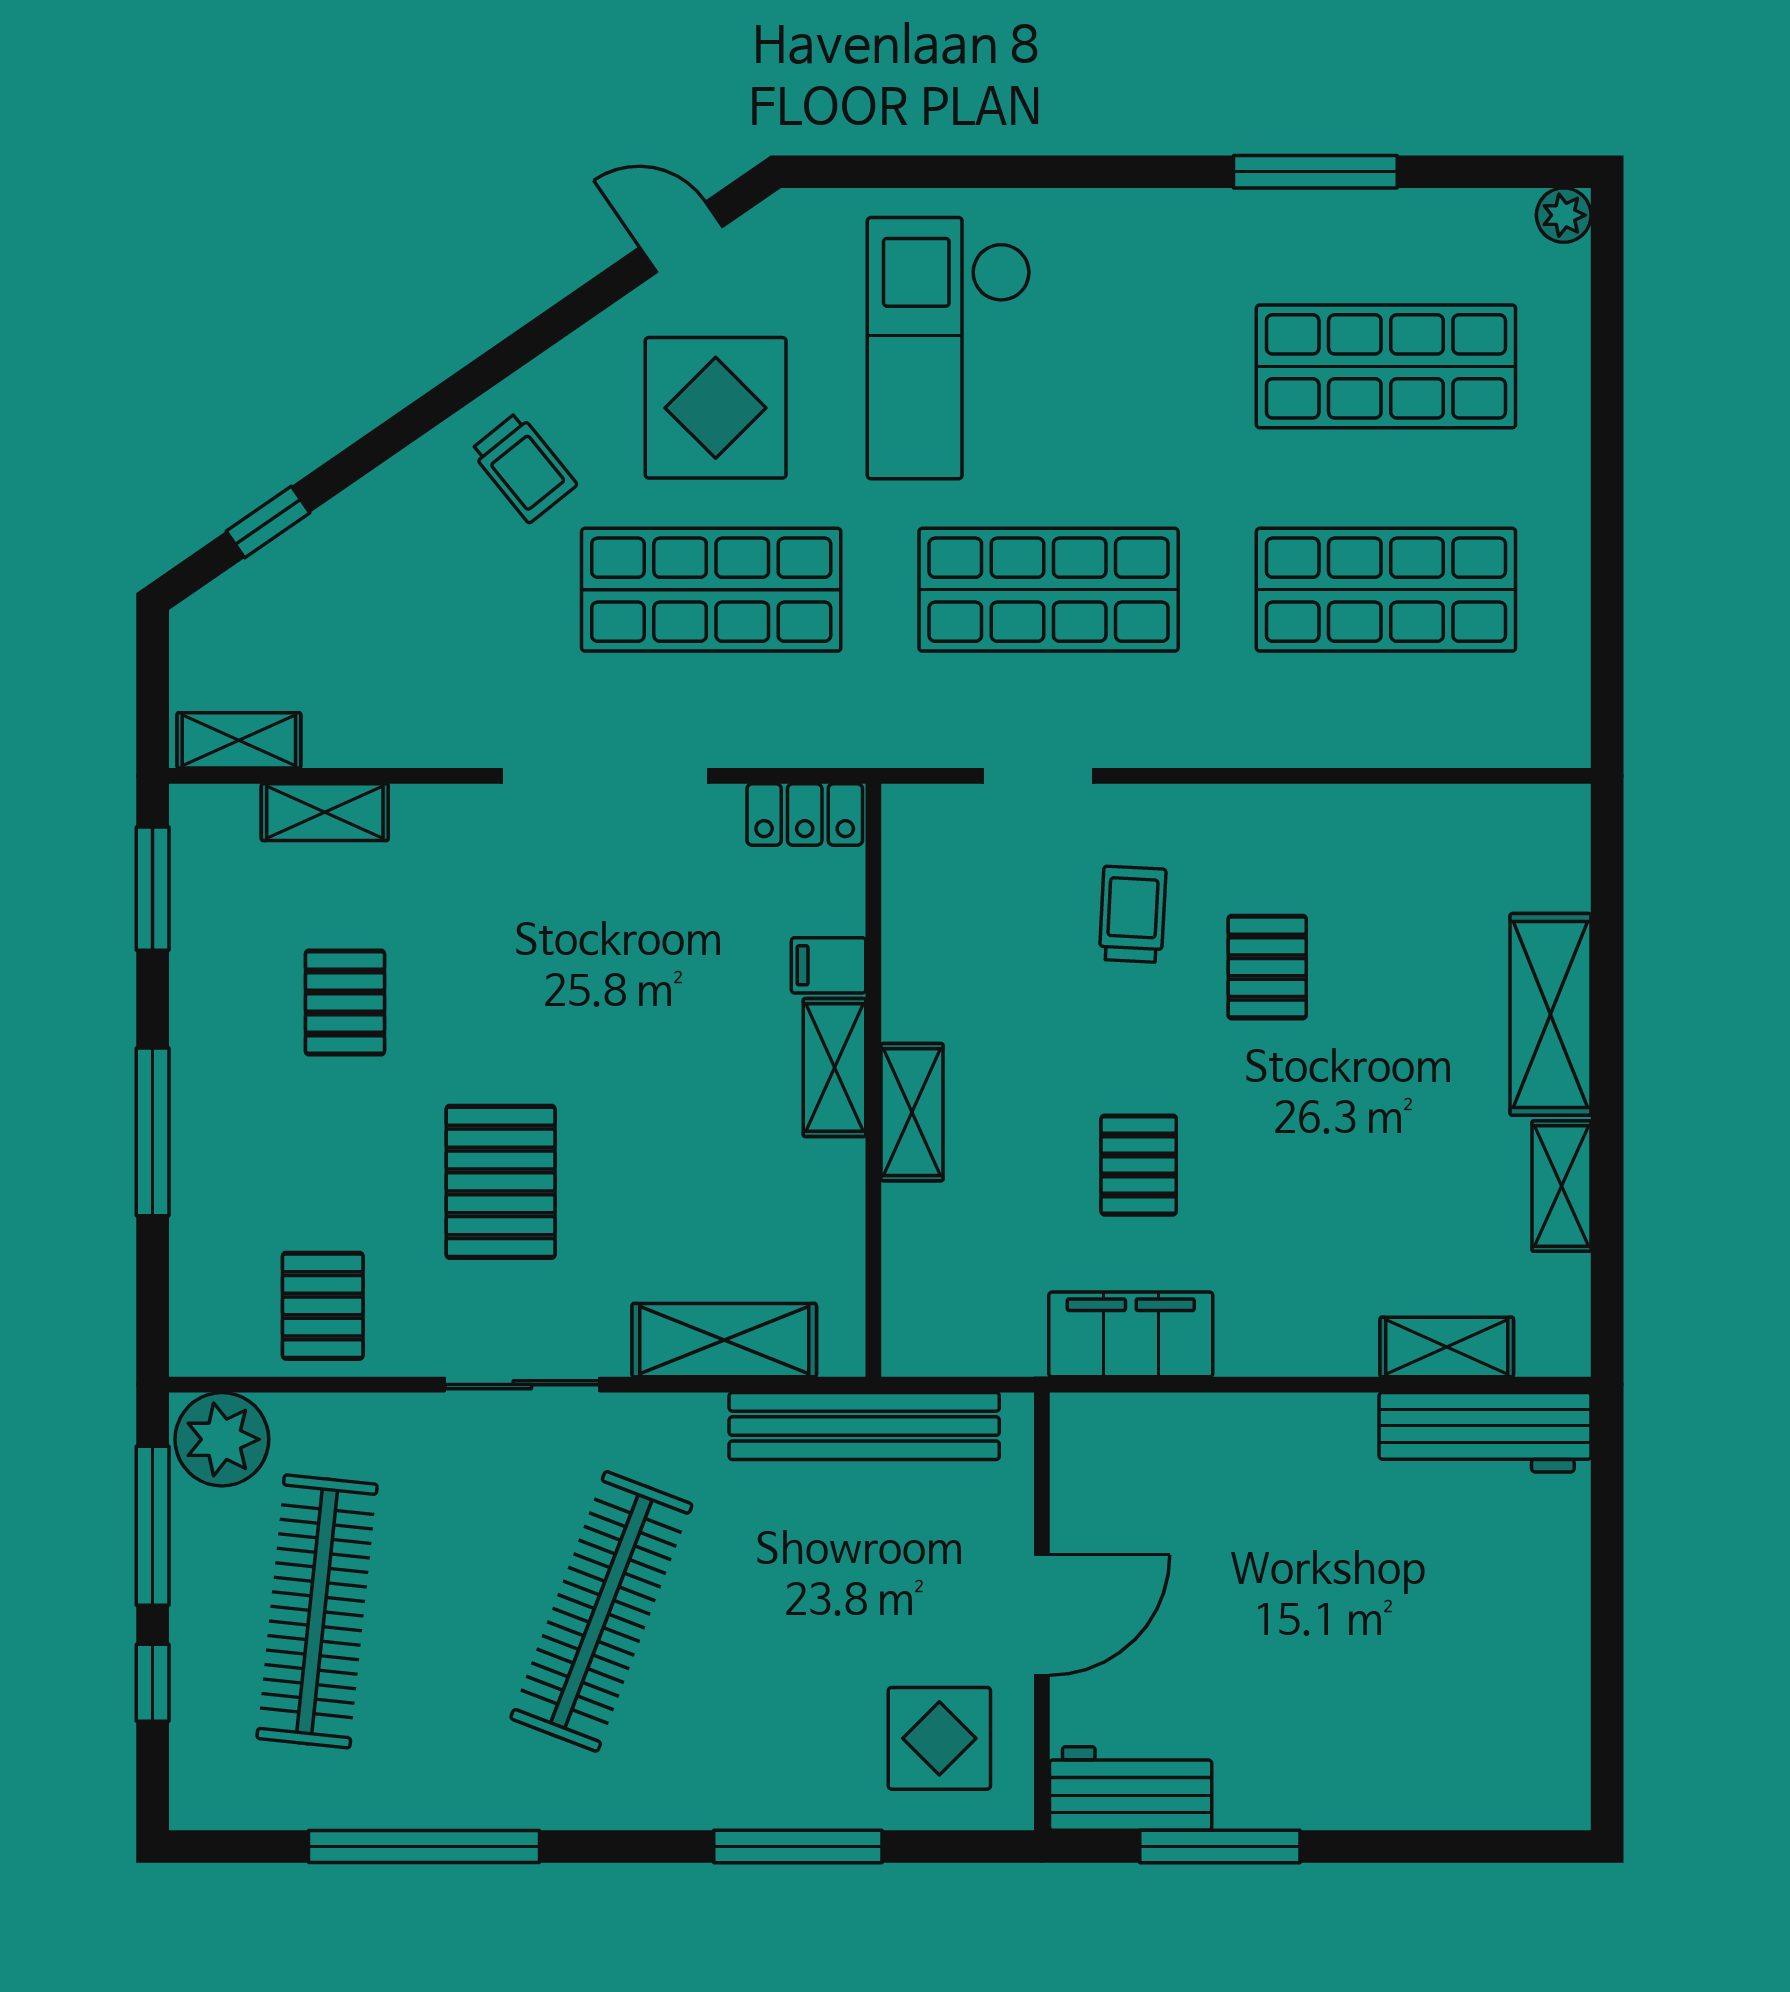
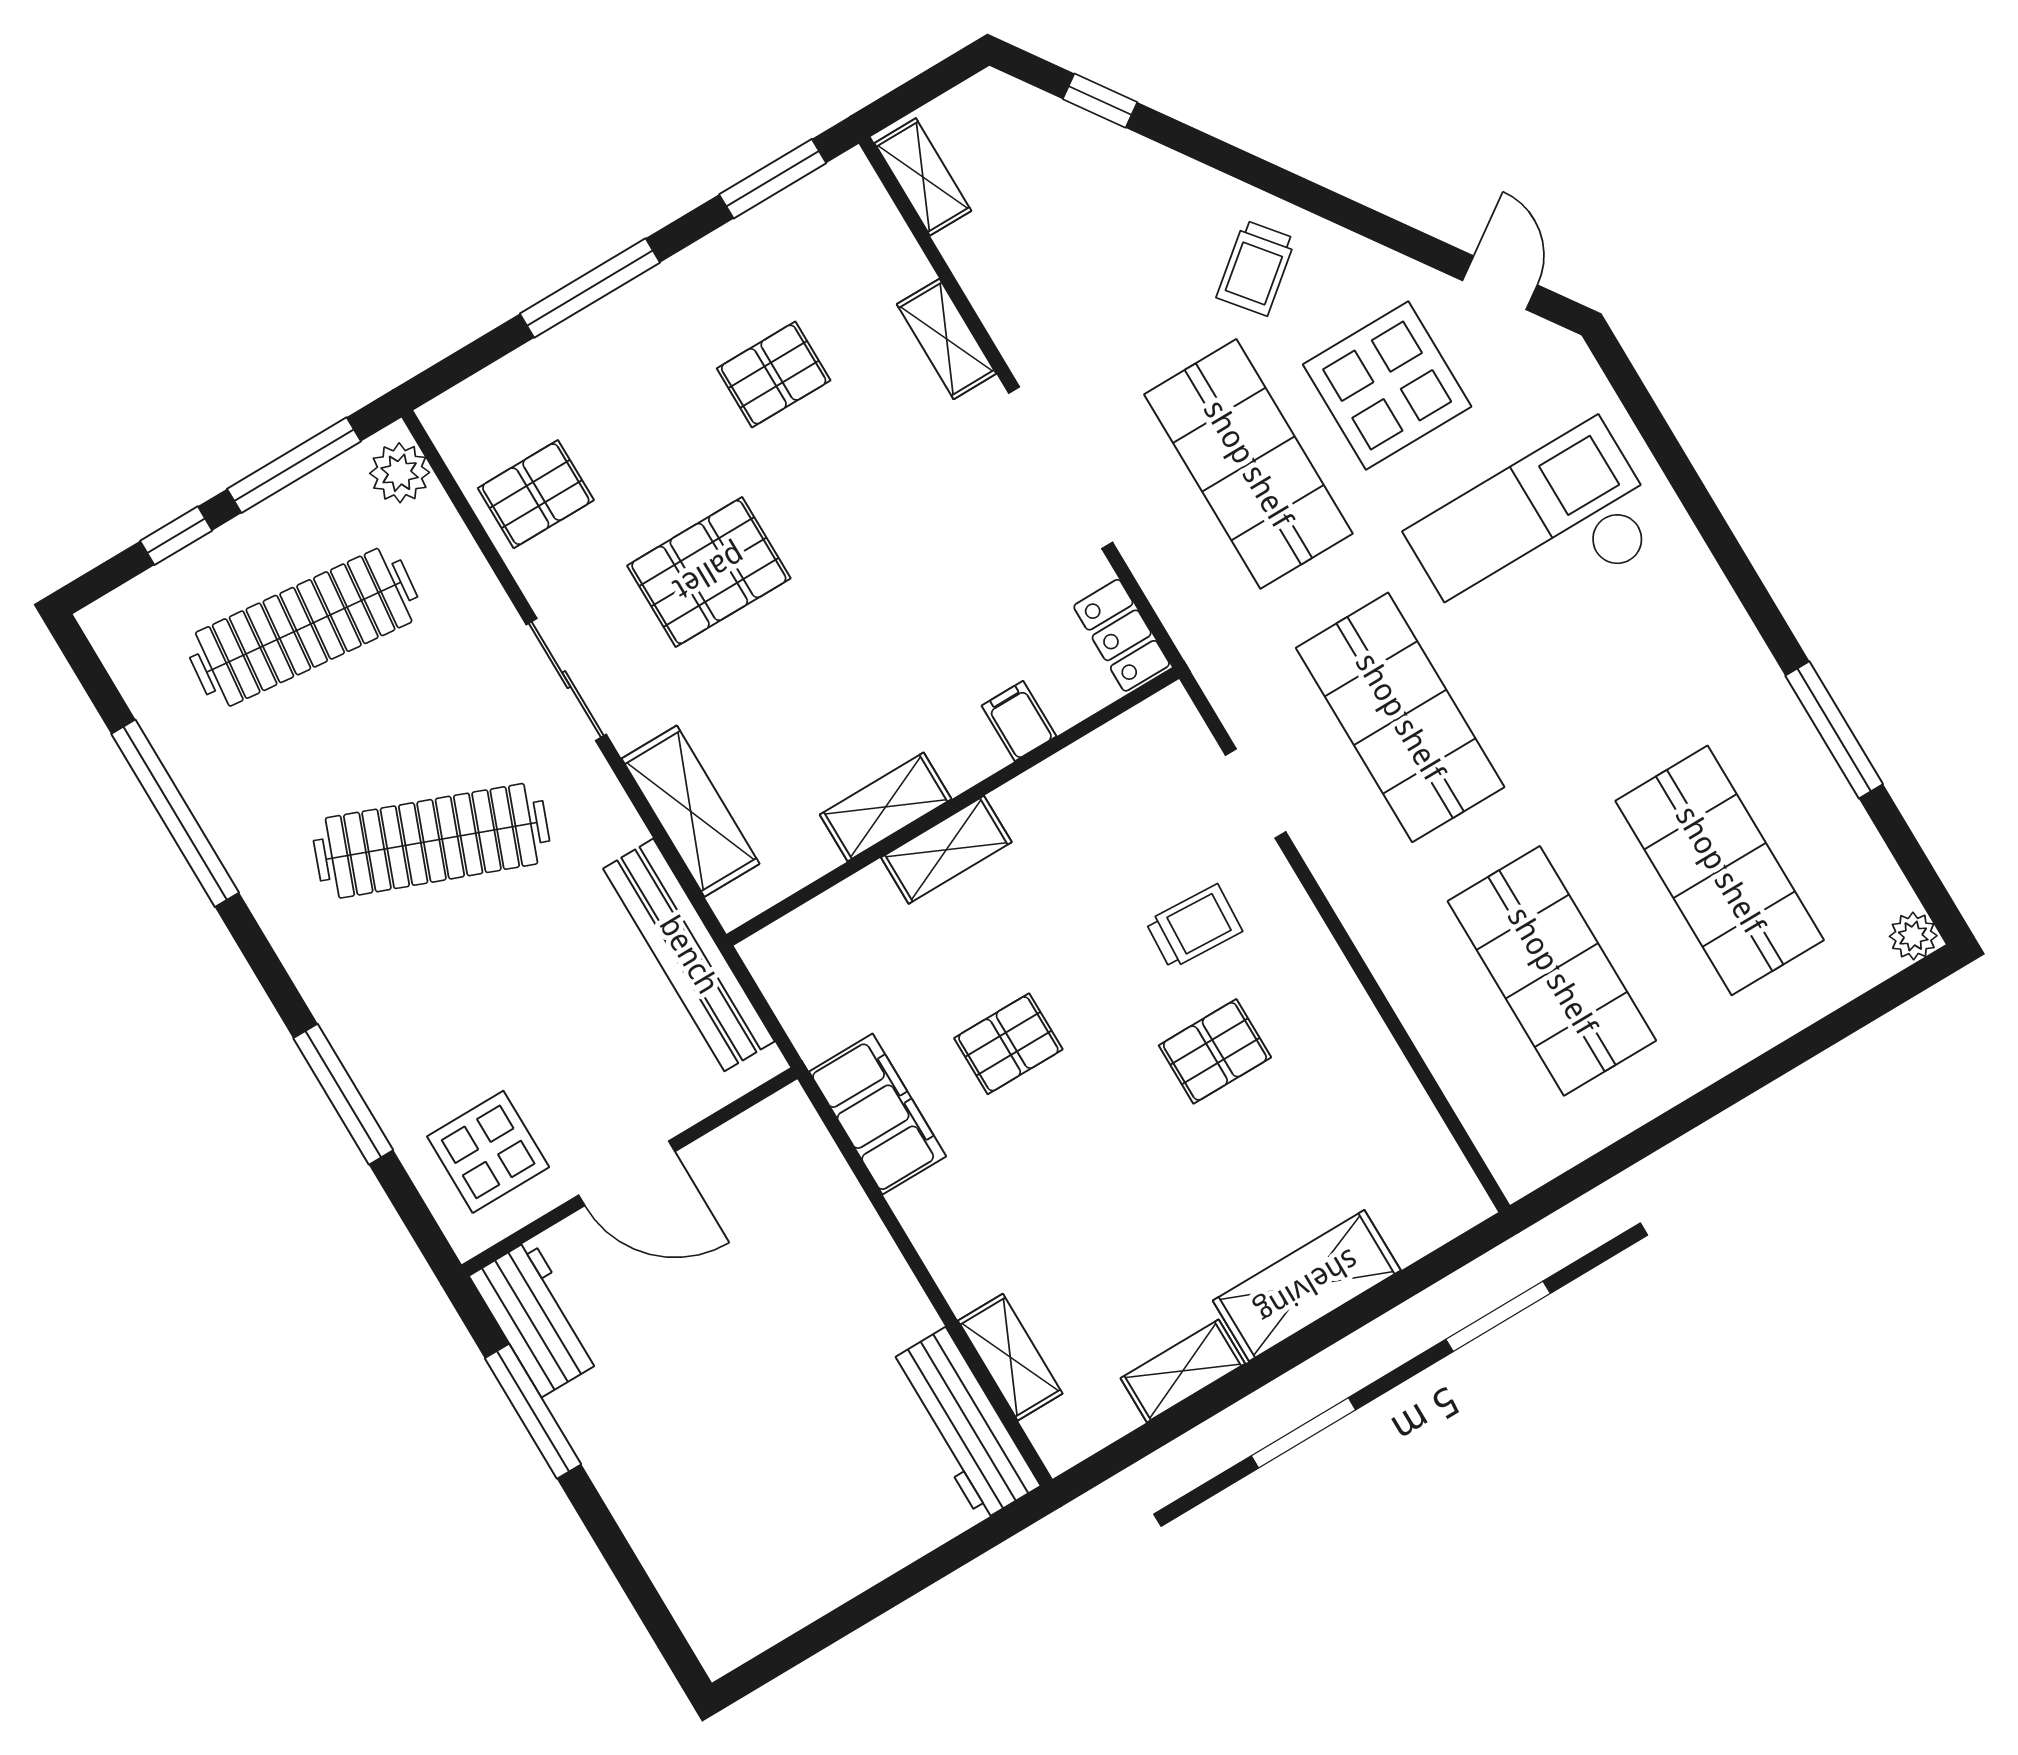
shelving: (325, 812) -> (947, 339), moved
shelving: (834, 1068) -> (886, 807), moved
plant: (222, 1439) -> (400, 473), width x0.73, depth x0.73

